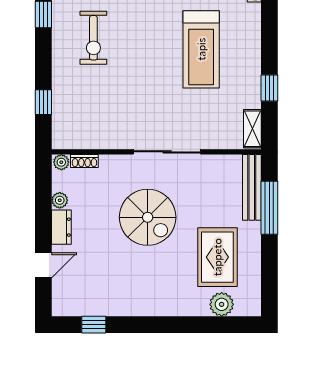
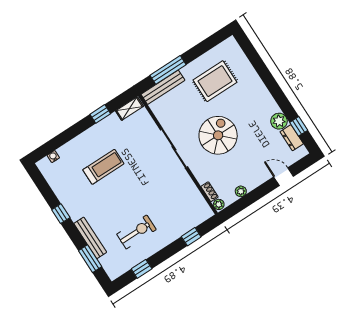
treadmill: (201, 49) -> (103, 167), width x0.73, depth x0.73
dresser: (61, 227) -> (292, 138), moved, turned -90
plant: (222, 304) -> (279, 121), moved

